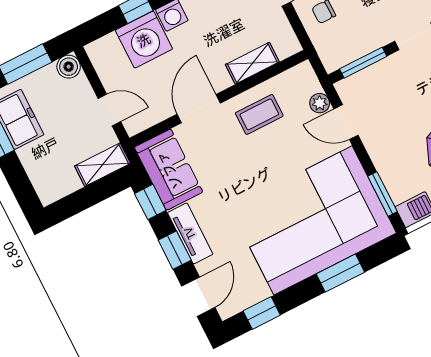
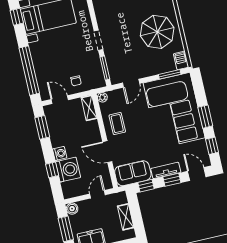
shelving: (252, 63) -> (89, 108), moved
plant: (320, 103) -> (102, 97), moved
shelving: (103, 165) -> (126, 217), moved
window: (340, 273) -> (205, 117), moved

